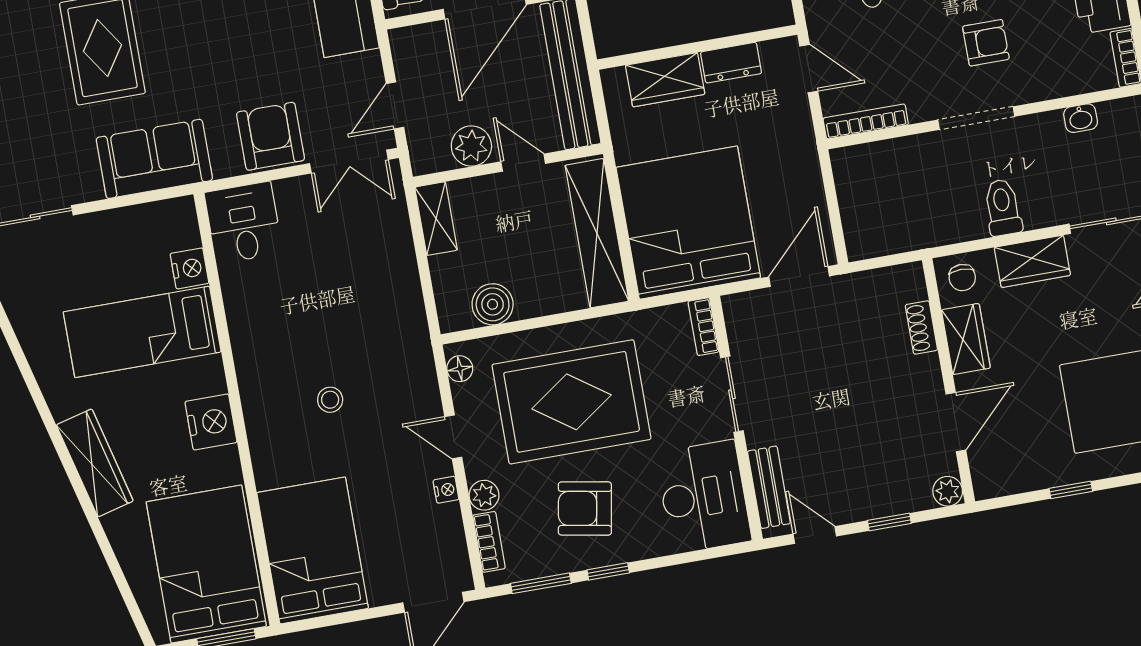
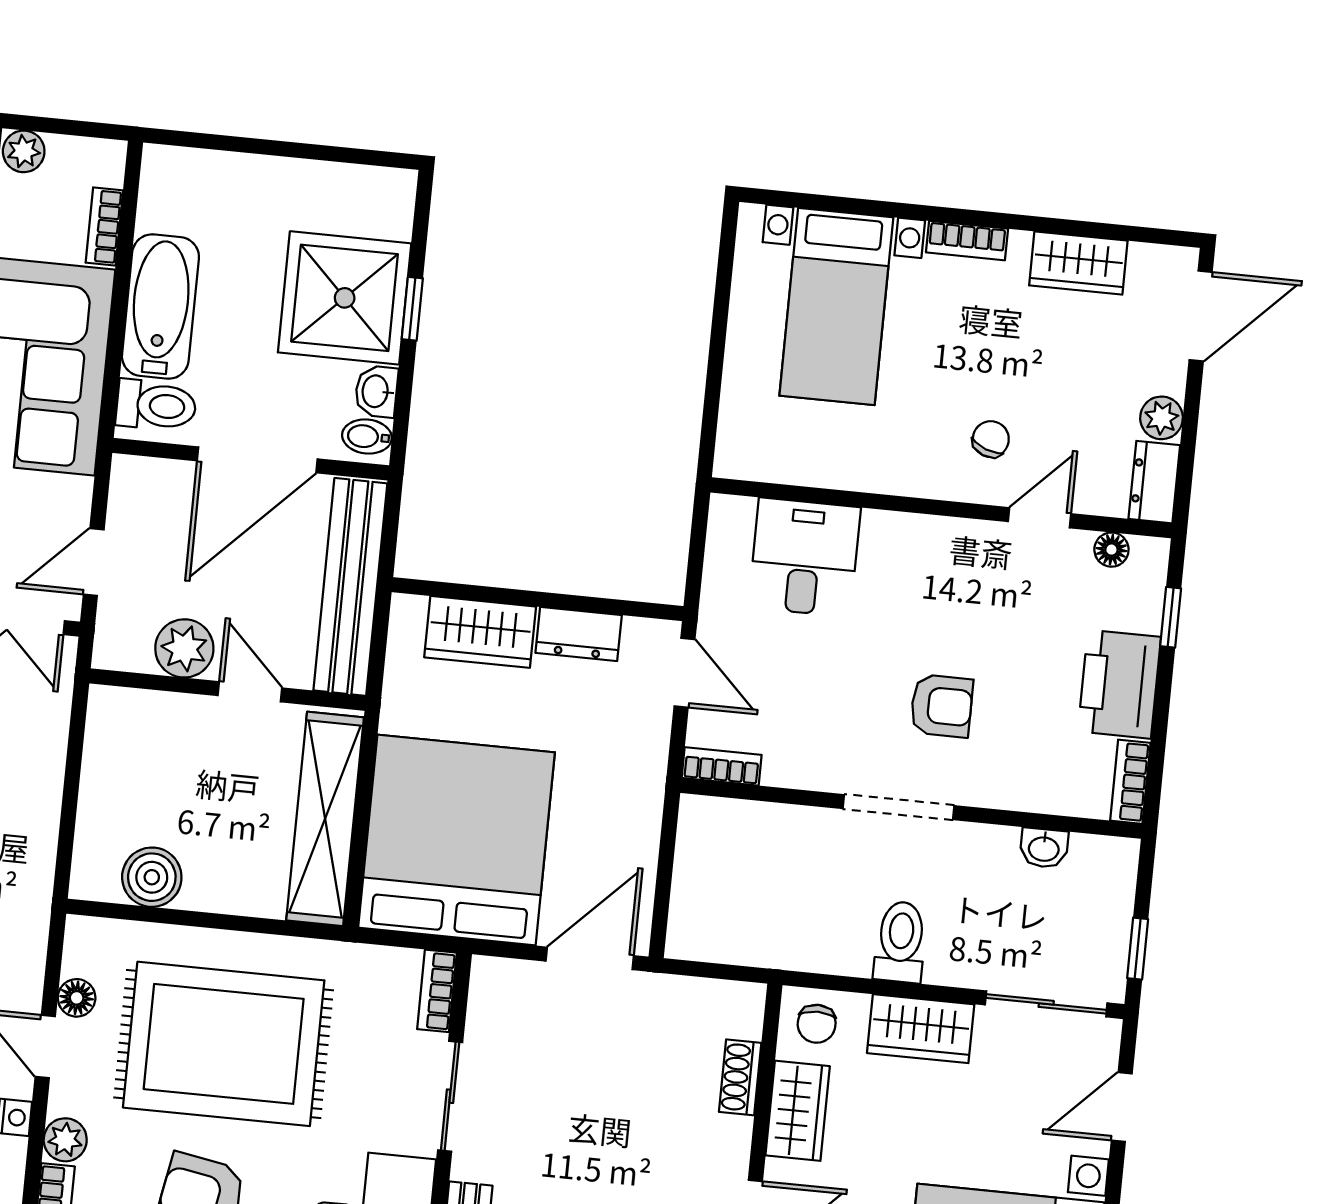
bookcase: (866, 121) -> (722, 766), width x0.64
shelving: (436, 219) -> (107, 736), removed
floor lamp: (460, 369) -> (77, 998), moved

